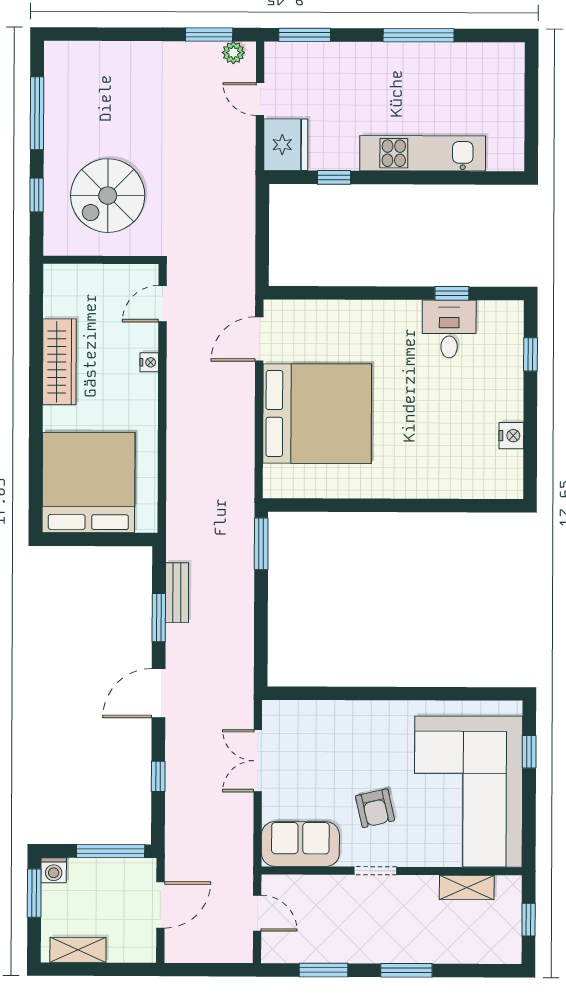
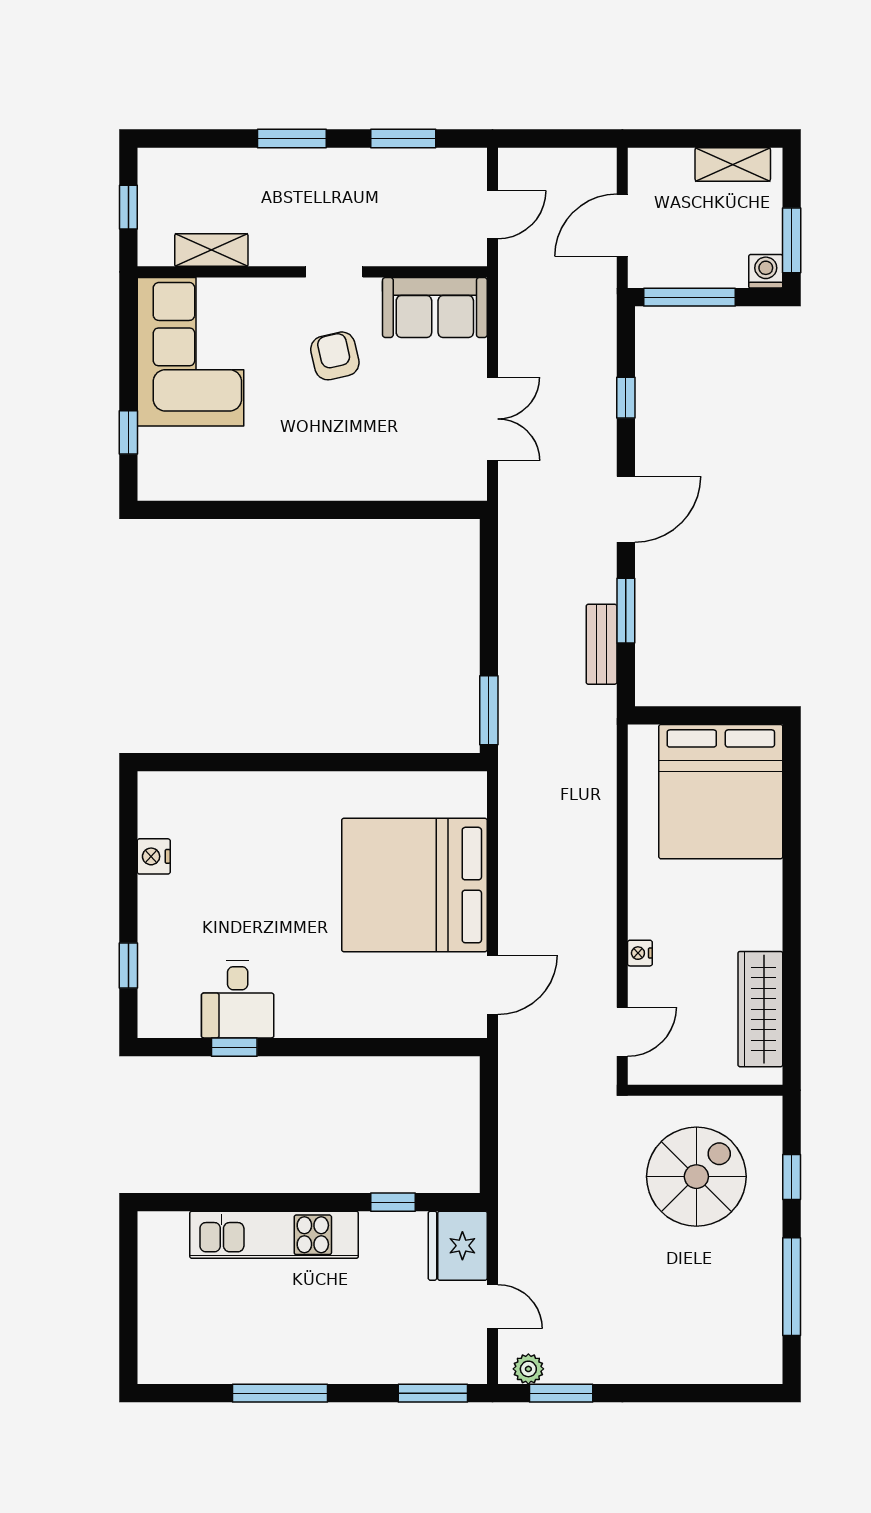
wardrobe: (59, 362) -> (760, 1009), moved
corner sofa: (468, 792) -> (190, 352), width x0.73, depth x0.74
door: (257, 913) -> (492, 215), swing flipped

